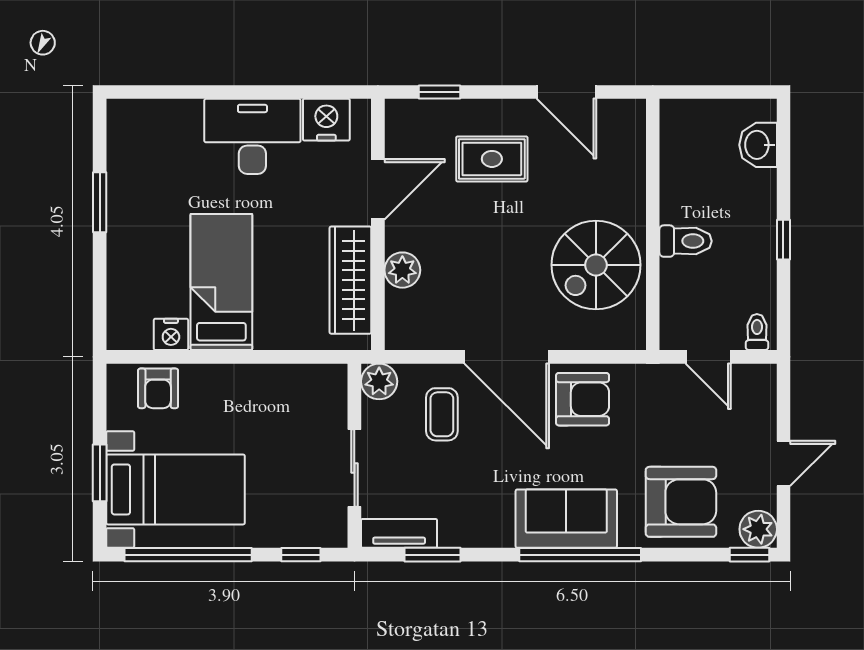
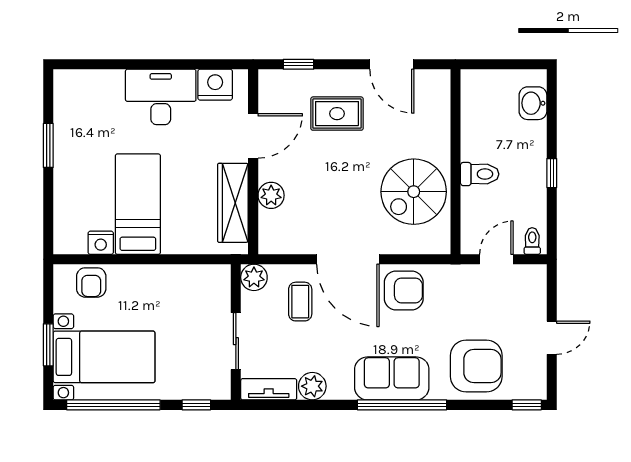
door: (708, 357) -> (496, 259), swing flipped
plant: (758, 529) -> (312, 386), moved
window: (433, 555) -> (293, 405), removed

